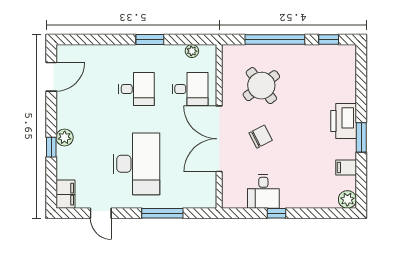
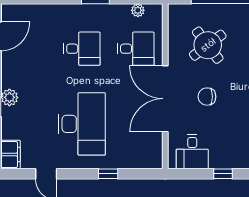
chair: (261, 137) -> (207, 97), turned -153
desk: (263, 191) -> (192, 152), moved
window: (162, 213) -> (108, 174), width x0.46

